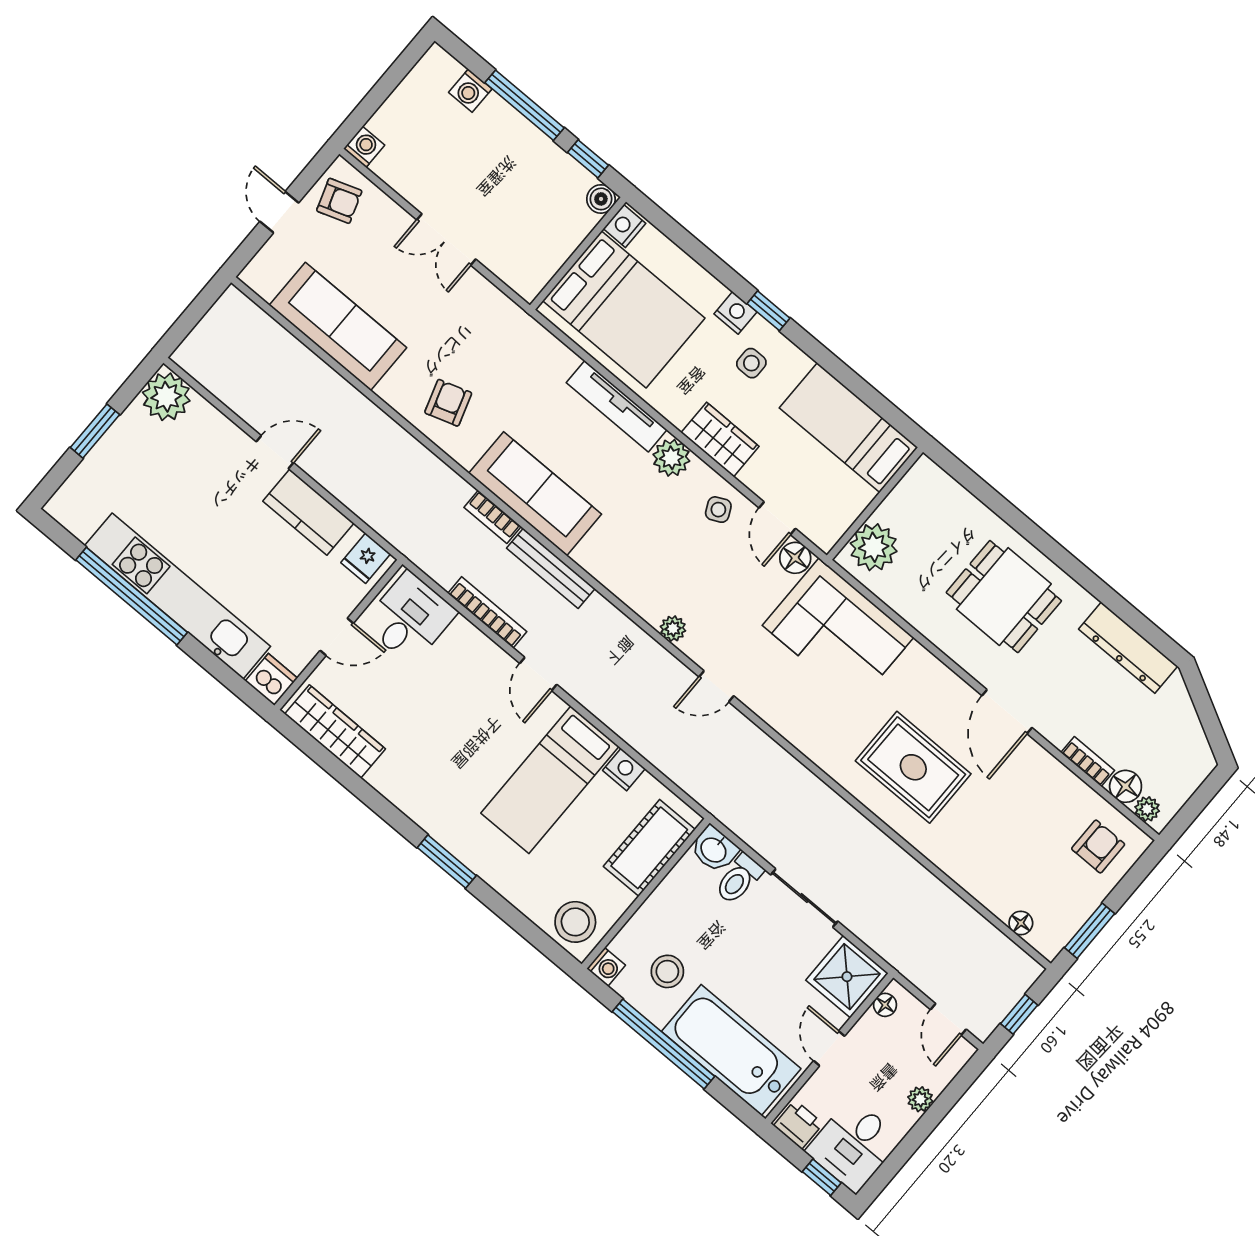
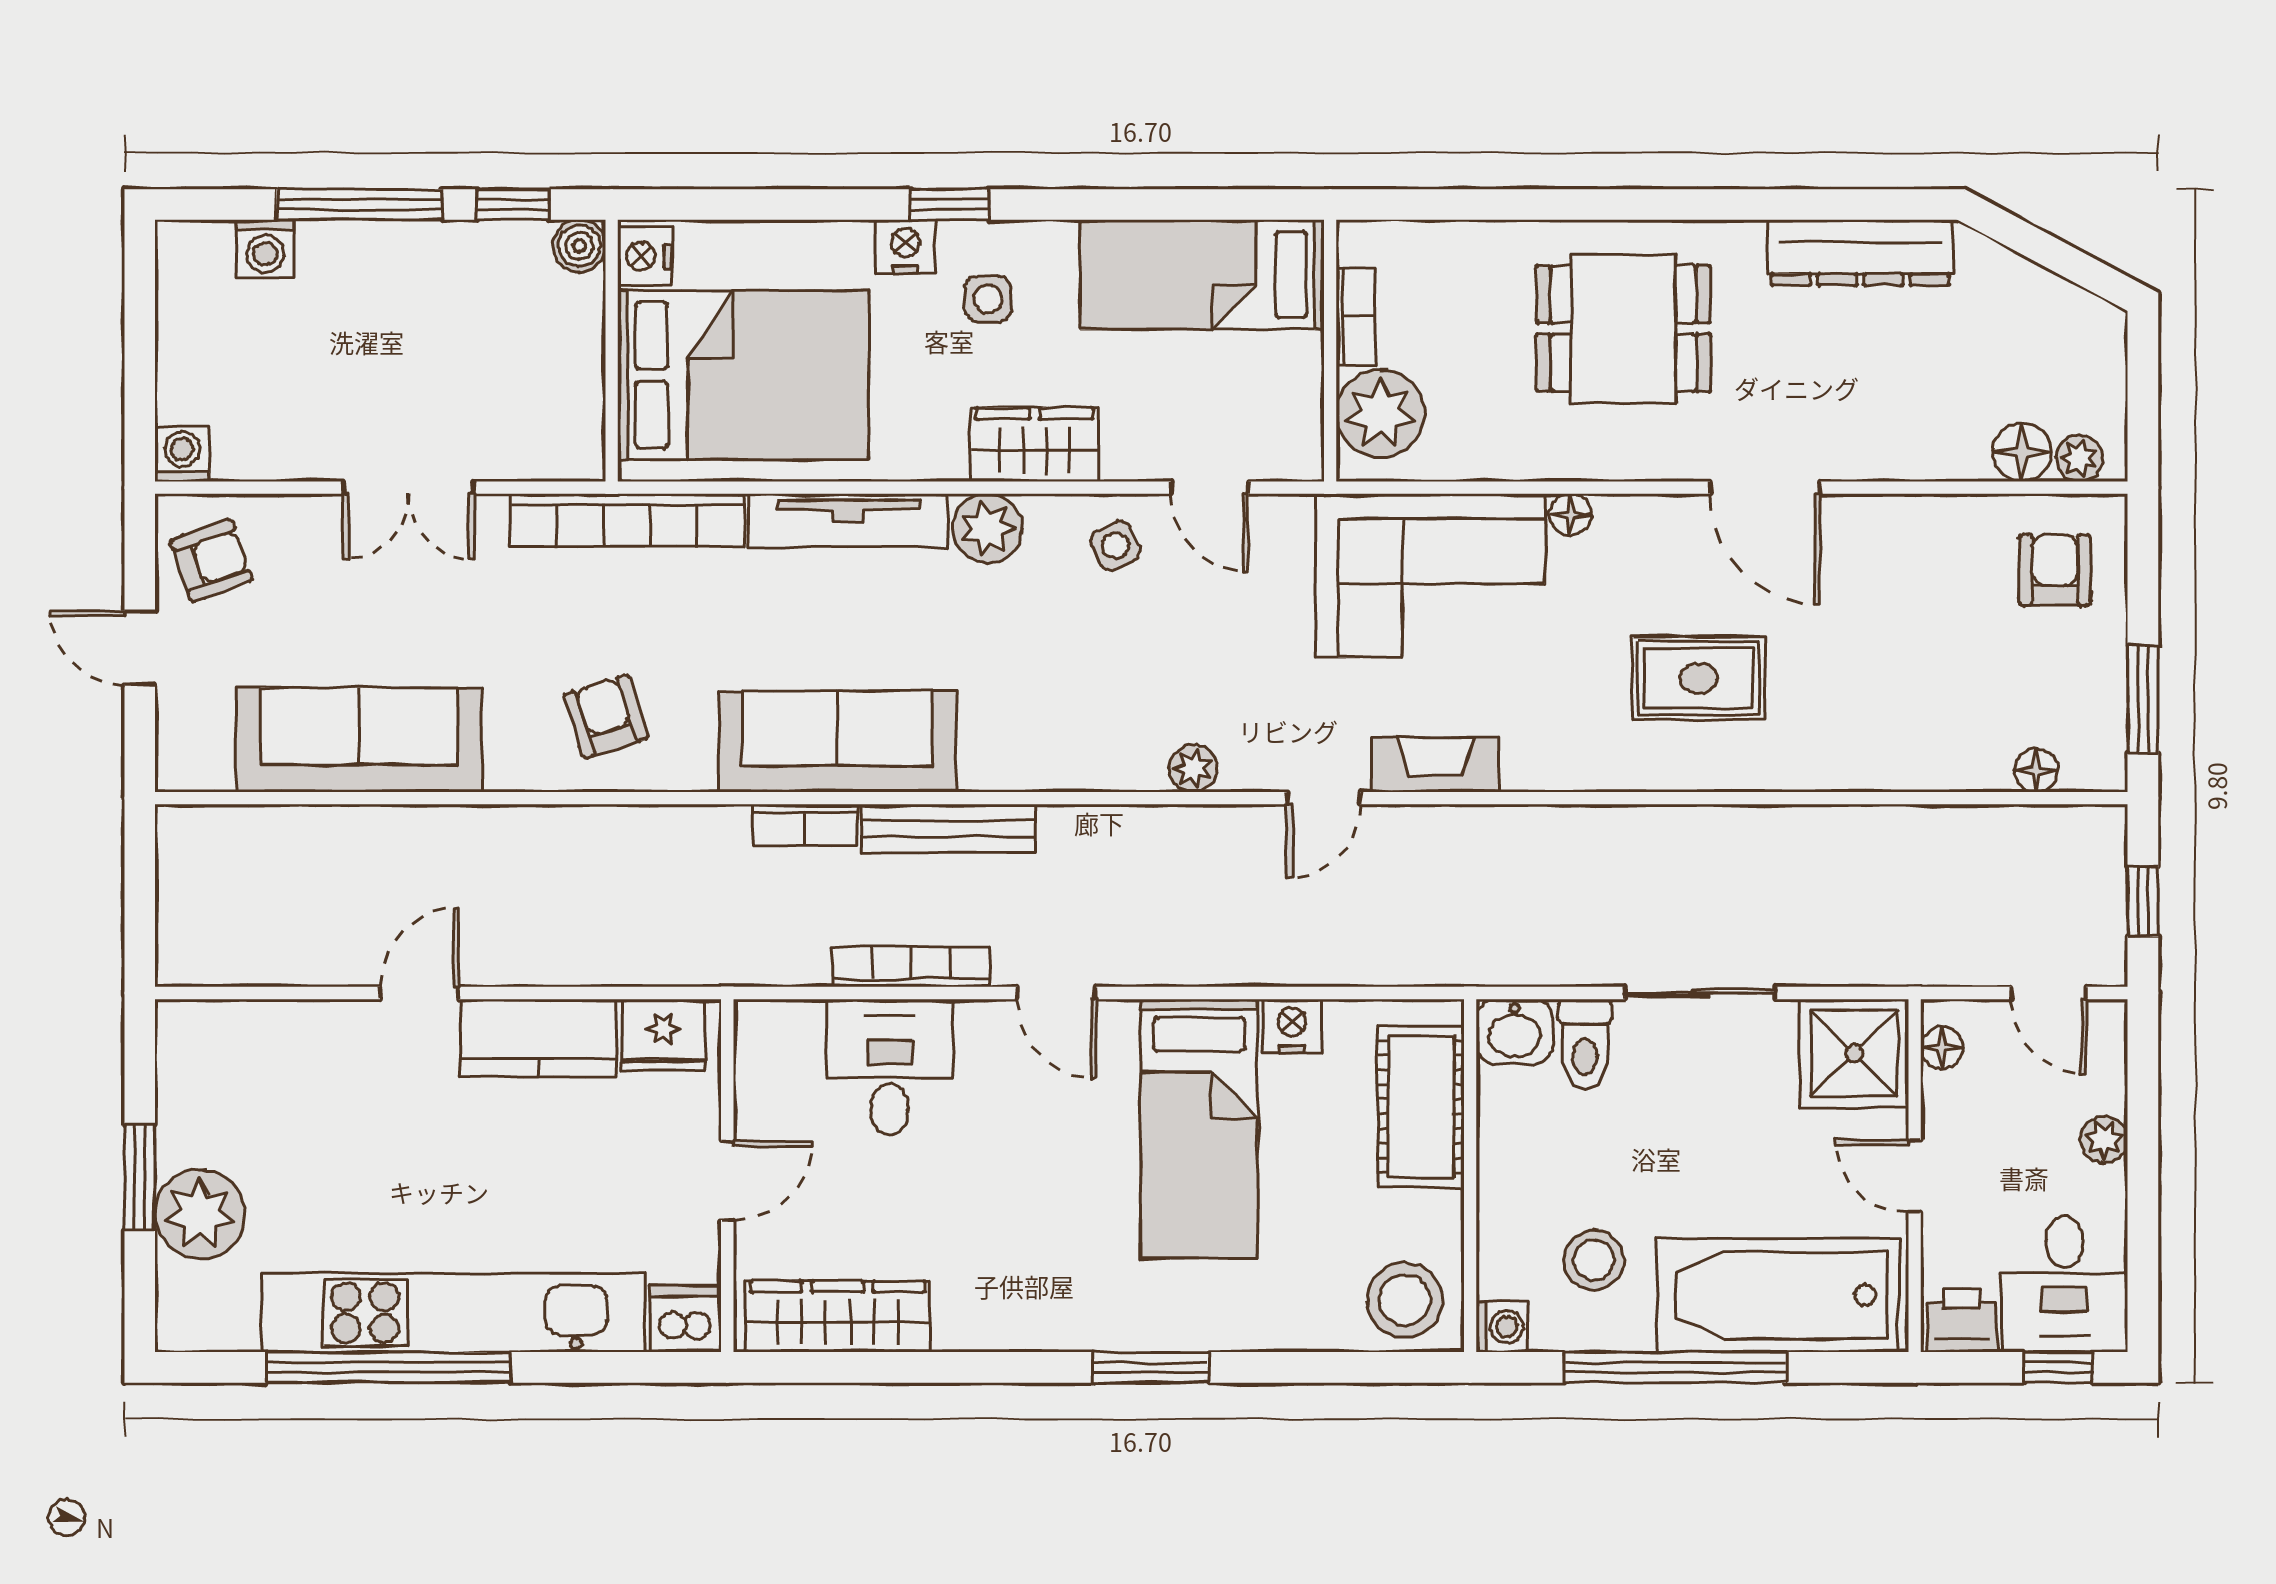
bookcase: (525, 329) -> (627, 520), added
plant: (166, 397) -> (200, 1214), moved
fridge: (366, 558) -> (663, 1035), width x1.38
floor lamp: (795, 558) -> (1570, 515), moved, width x0.73, depth x0.73
desk: (410, 618) -> (890, 1067), moved
fireplace: (774, 711) -> (1435, 765), added
bookcase: (1088, 762) -> (1356, 316), moved, turned 90
rug: (913, 767) -> (1699, 678), width x0.73, depth x0.70

